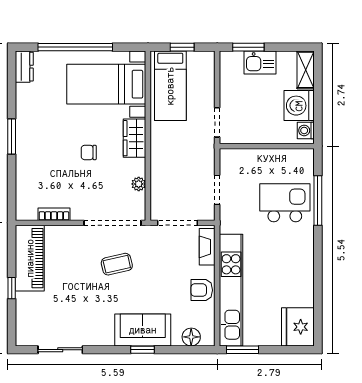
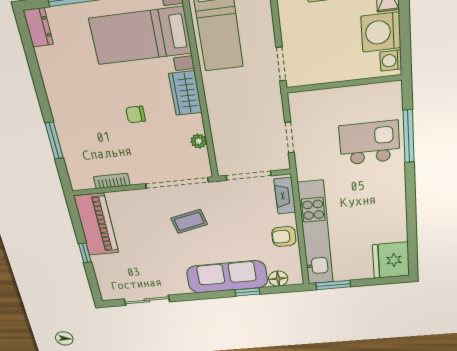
window: (12, 136) -> (54, 141), moved
sofa: (143, 330) -> (227, 277), width x1.36
window: (142, 350) -> (247, 292), moved

